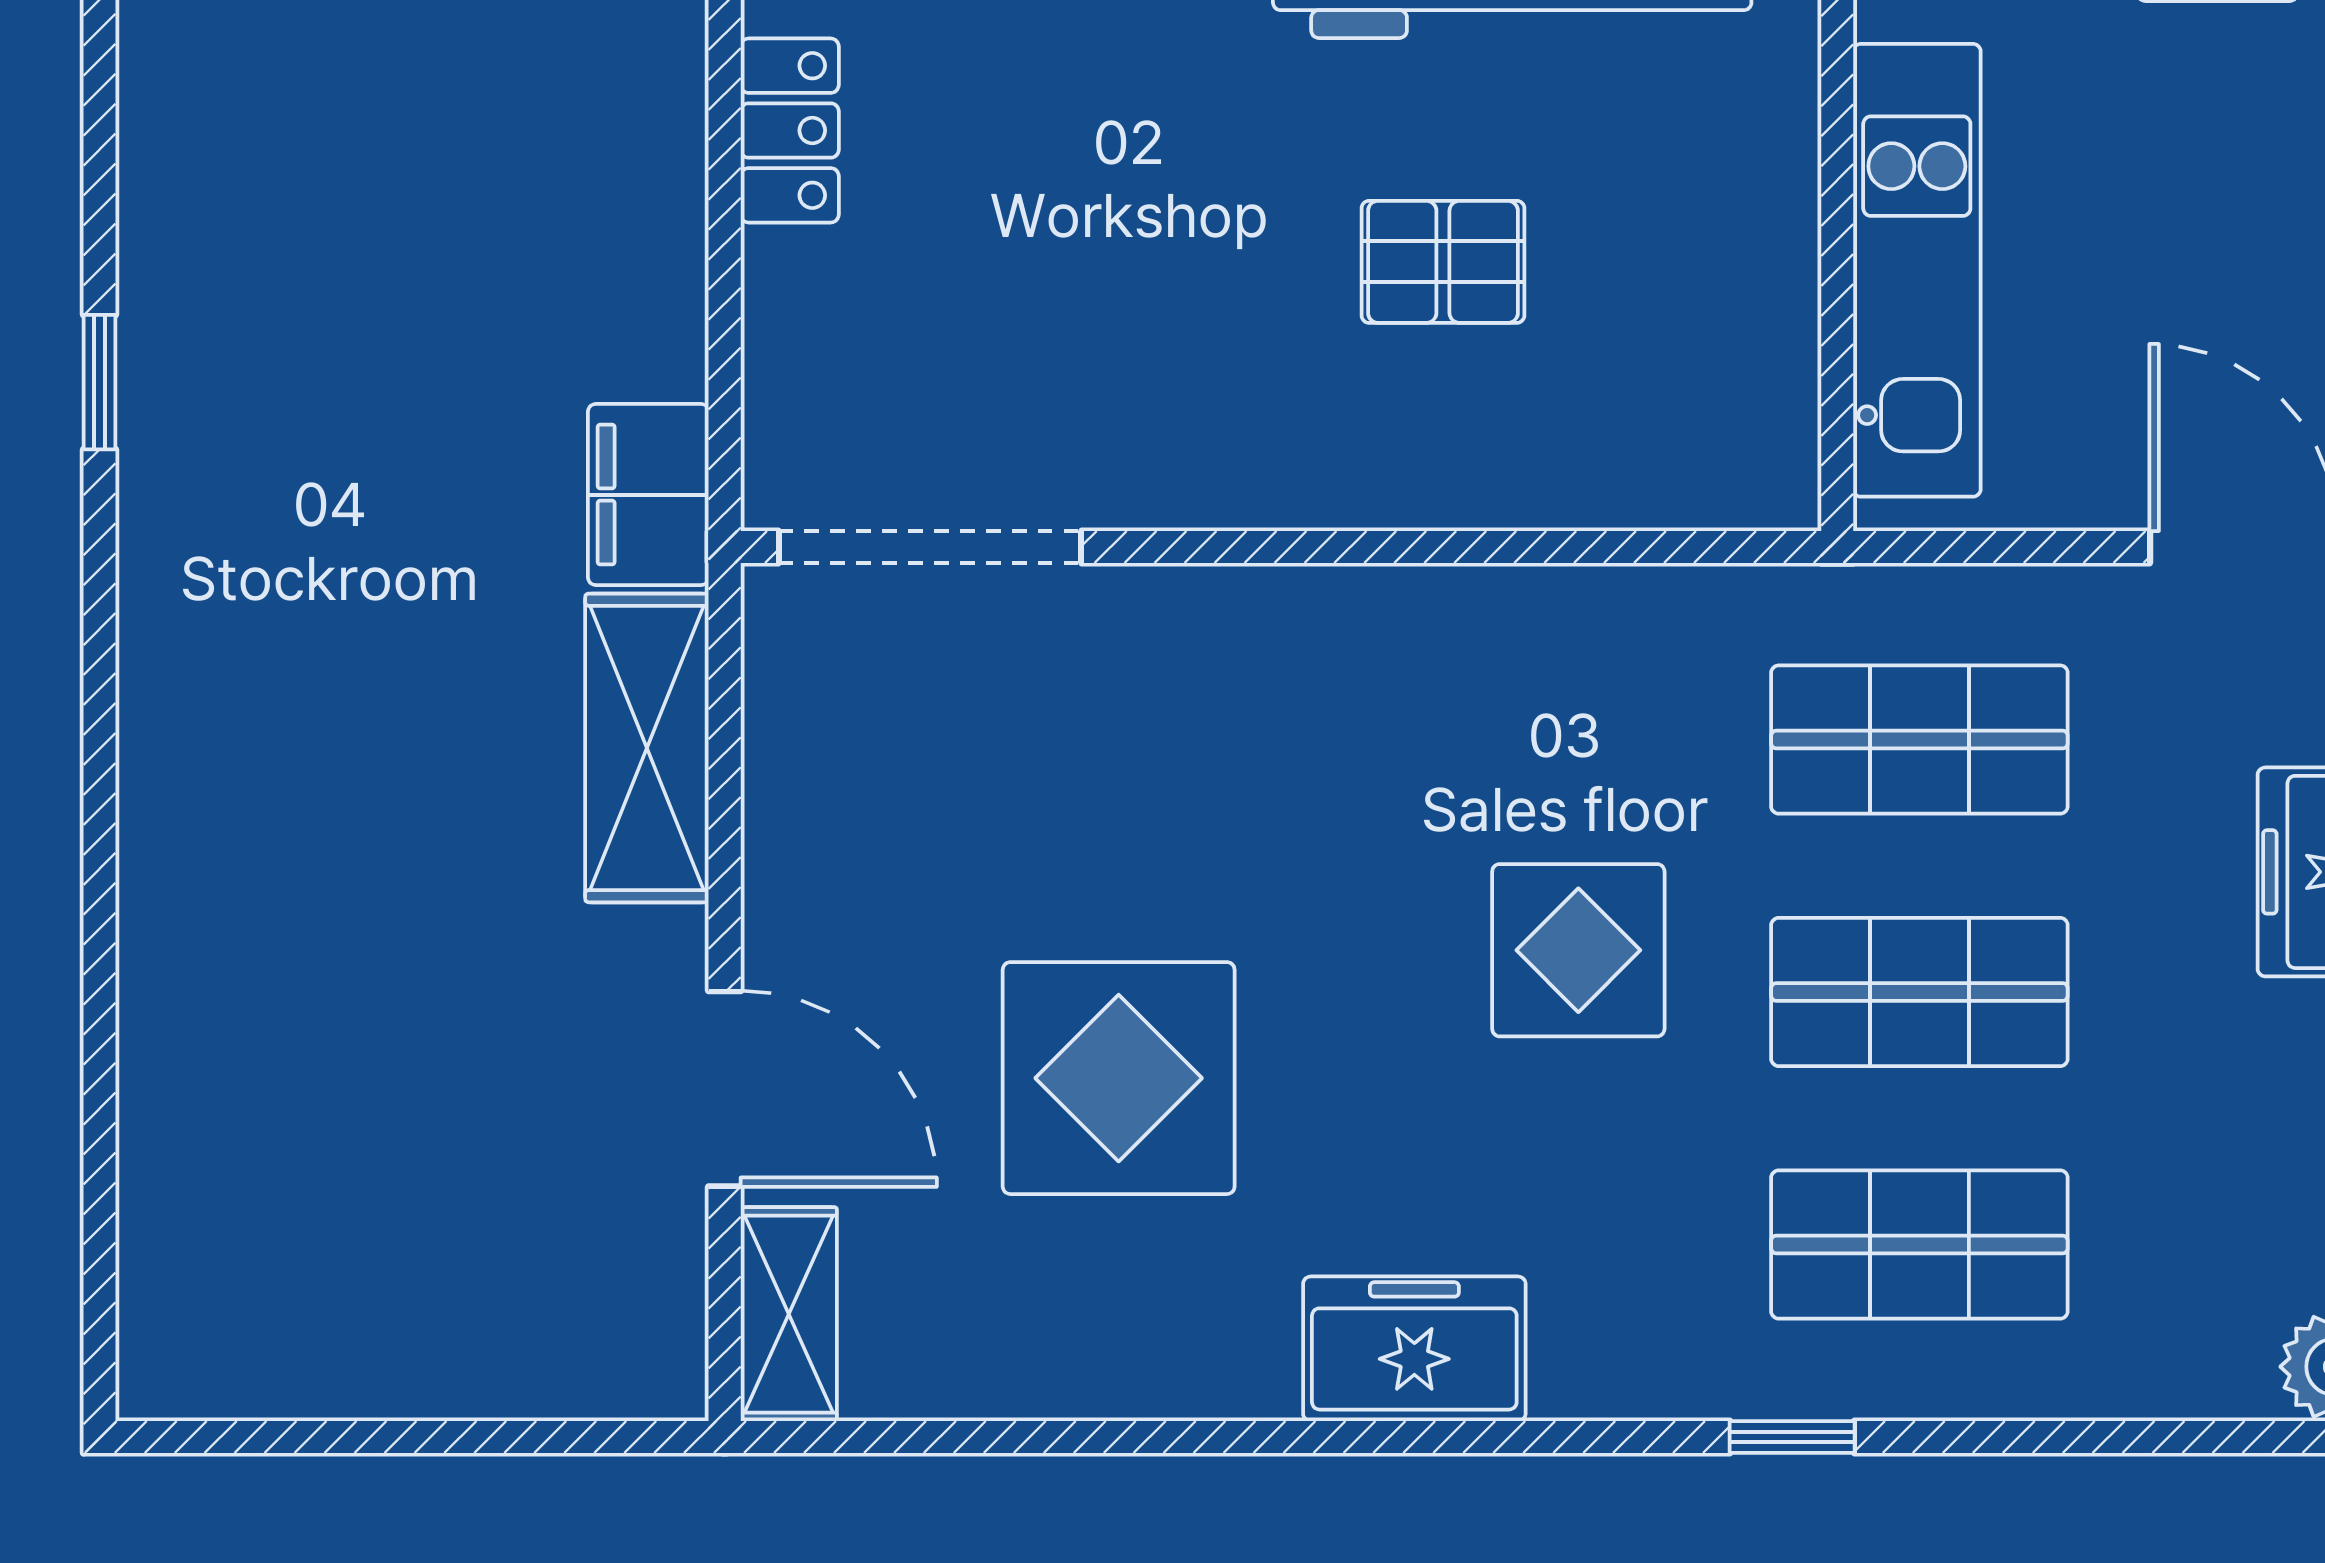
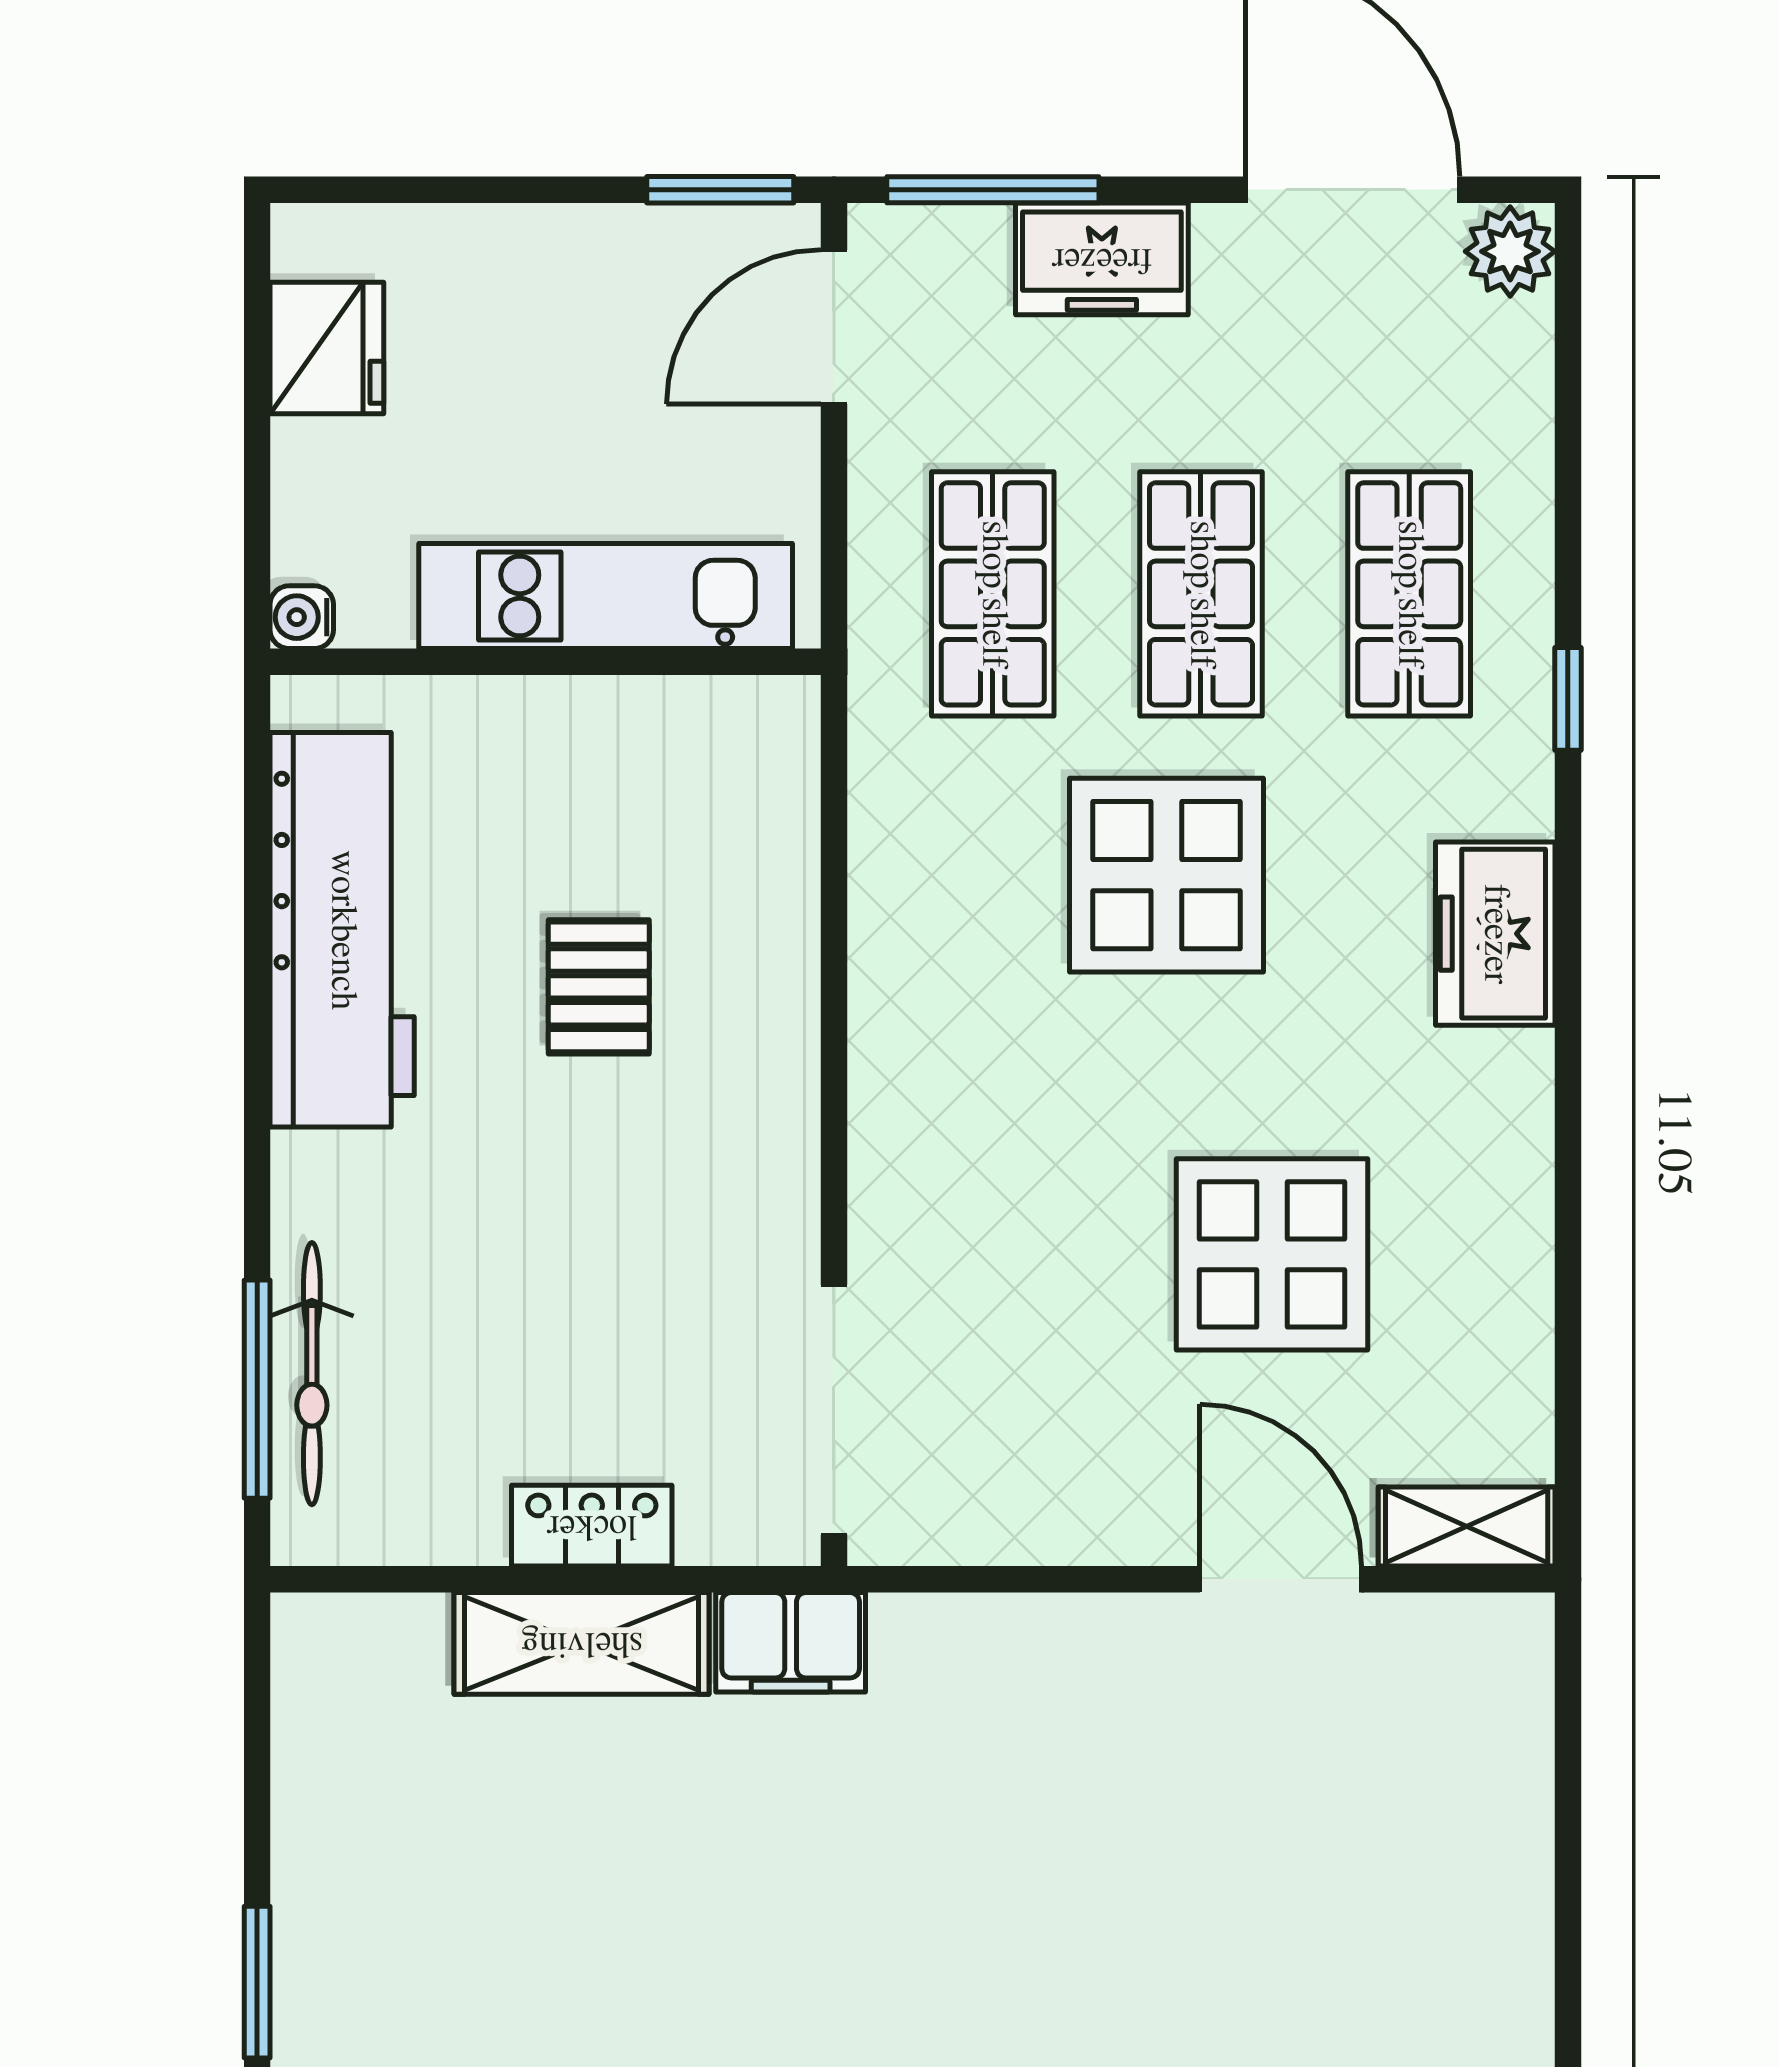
locker: (790, 130) -> (592, 1526), moved
shelving: (647, 748) -> (582, 1643), moved
display table: (1578, 950) -> (1166, 875), width x1.36, depth x1.36
door: (725, 1089) -> (1281, 1579), hinge flipped
freezer: (1414, 1349) -> (1495, 934), moved

